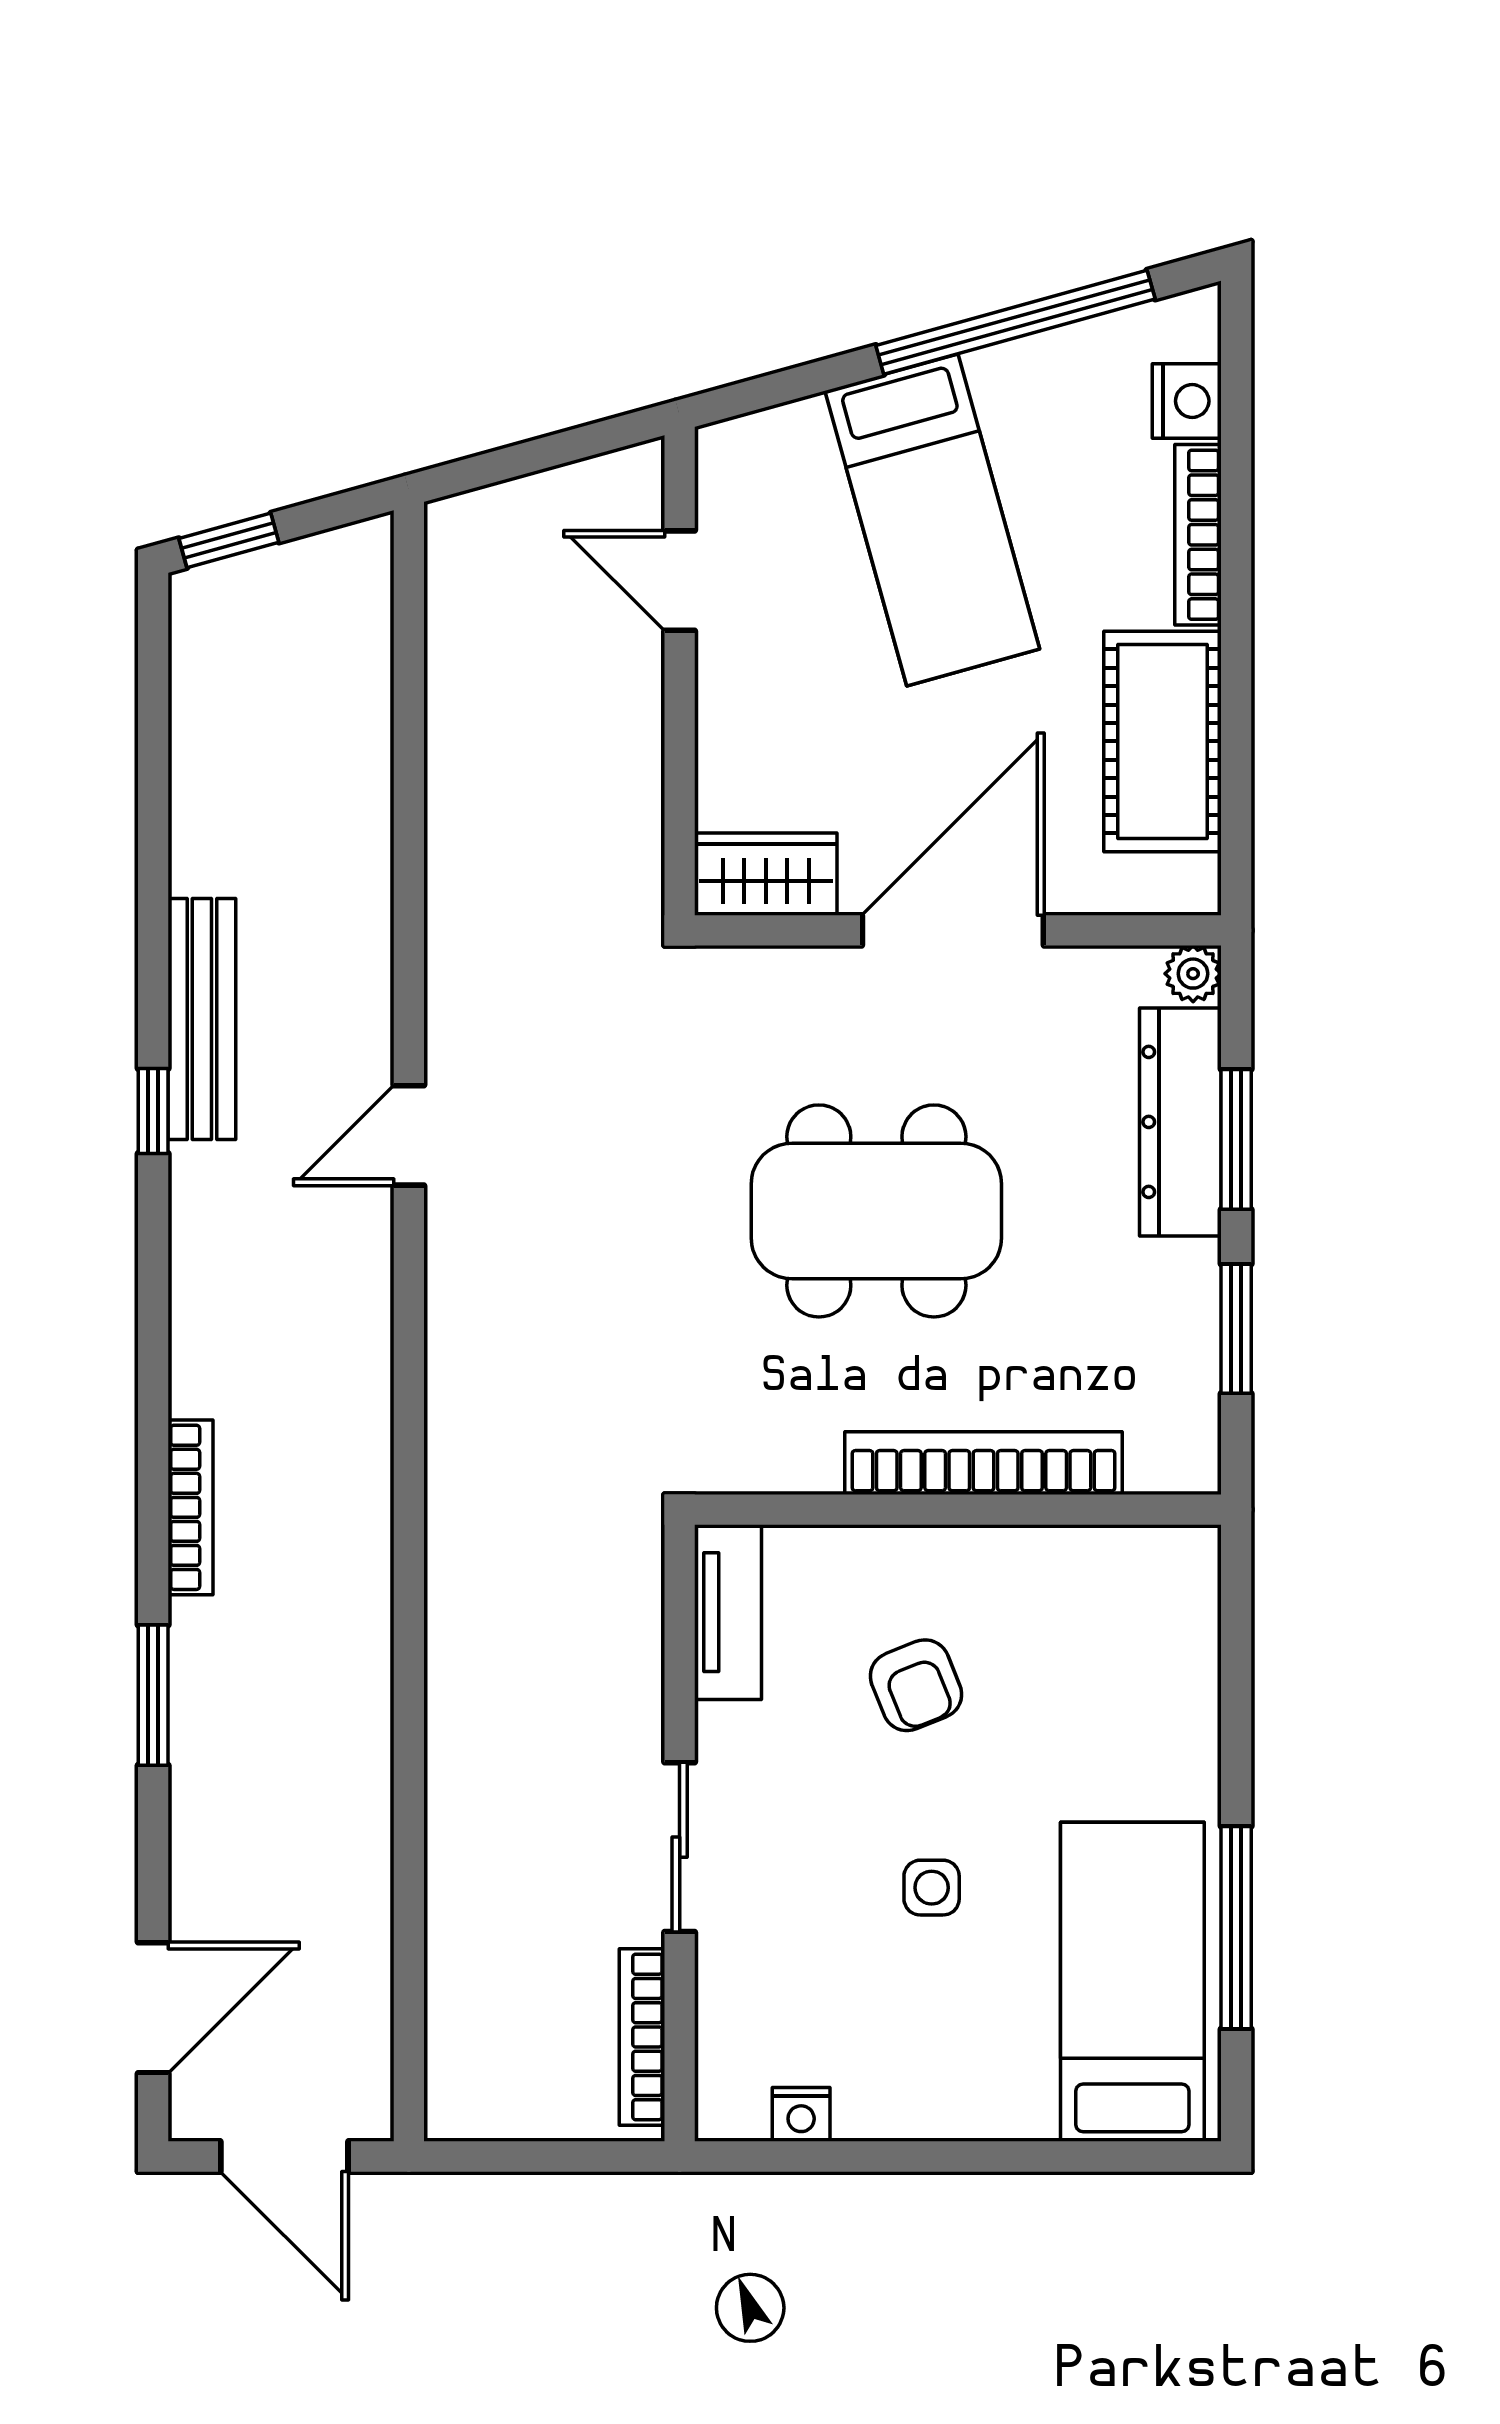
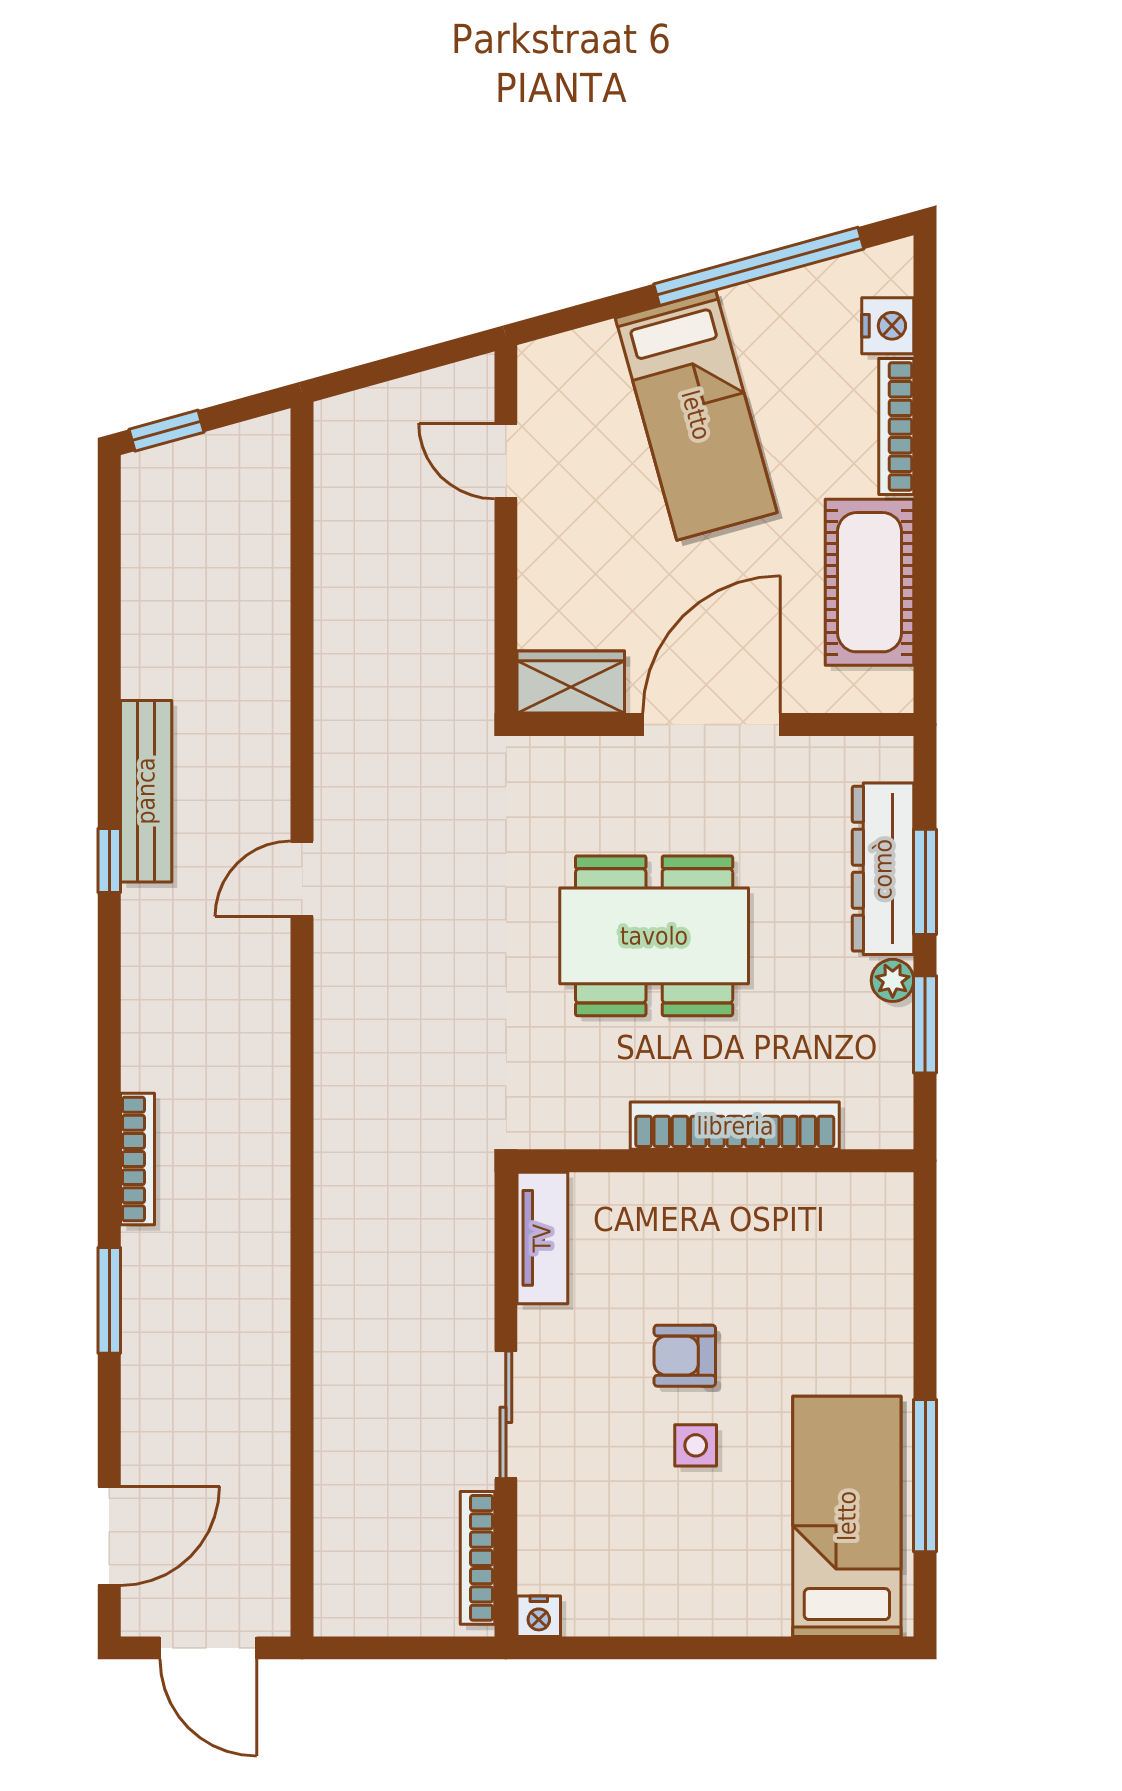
plant: (1193, 974) -> (893, 980), moved
armchair: (916, 1685) -> (685, 1356), moved, turned 112
nightstand: (801, 2114) -> (539, 1616), moved

